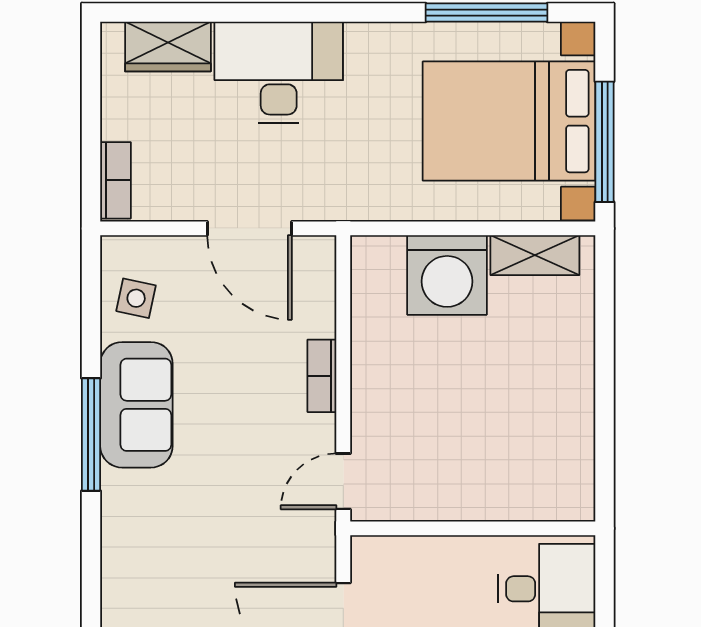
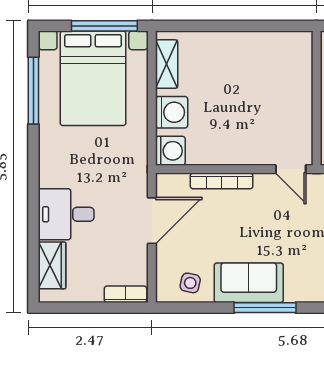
desk: (279, 72) -> (66, 214), width x0.73
washing machine: (377, 262) -> (170, 151), added
washing machine: (447, 275) -> (172, 112), width x0.73, depth x0.73
bookcase: (322, 376) -> (222, 181), width x1.56

